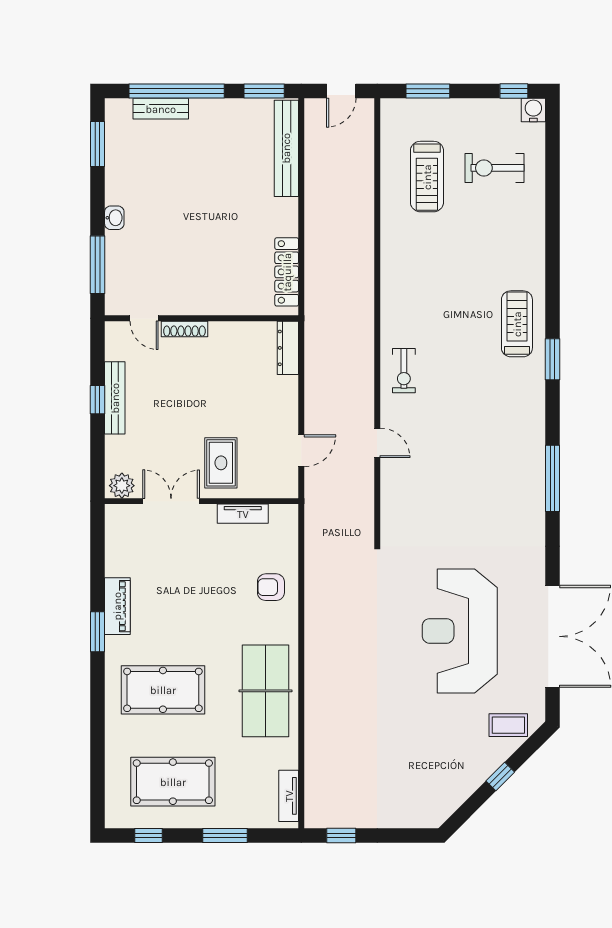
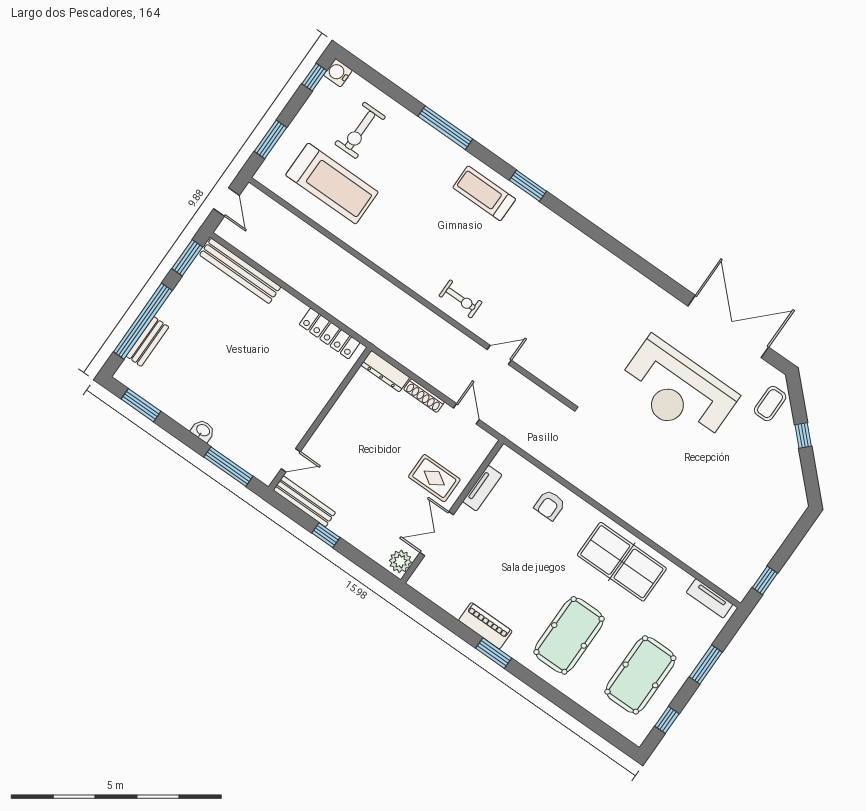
treadmill: (427, 177) -> (332, 184), width x1.37, depth x1.38
shoe rack: (184, 329) -> (424, 396), moved, turned 90
bench: (115, 398) -> (304, 501), moved
window: (552, 478) -> (445, 128), moved

